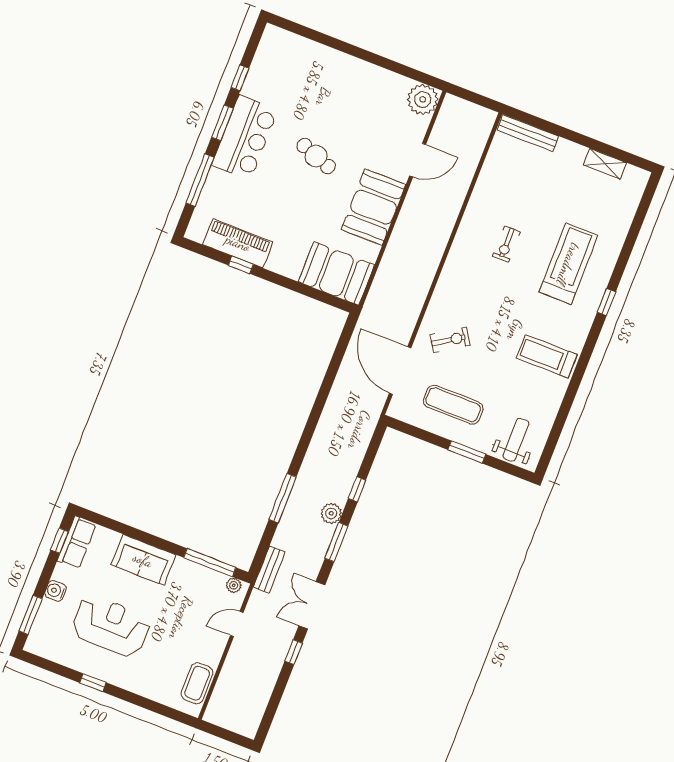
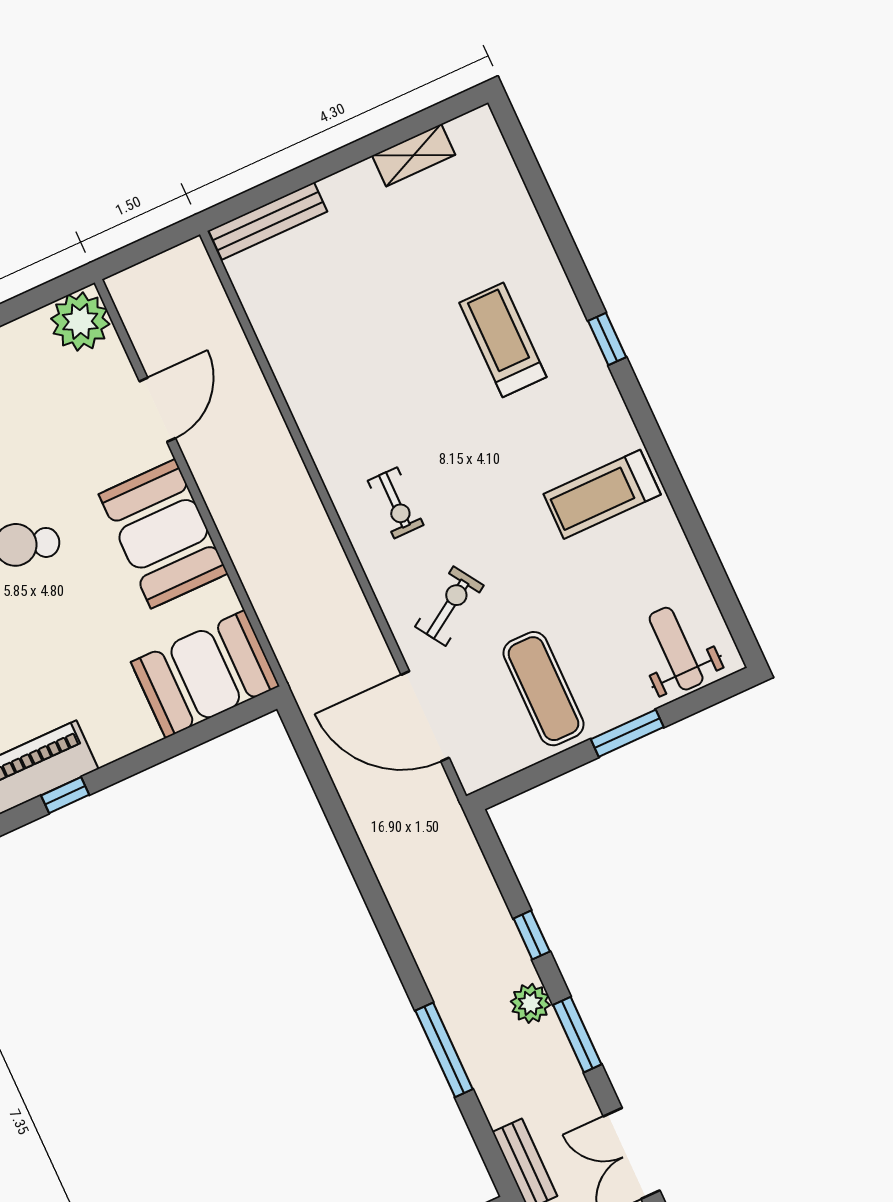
exercise bike: (507, 244) -> (396, 503), moved
treadmill: (568, 264) -> (503, 340), width x0.73, depth x0.73
exercise mat: (453, 405) -> (543, 689), turned 90

